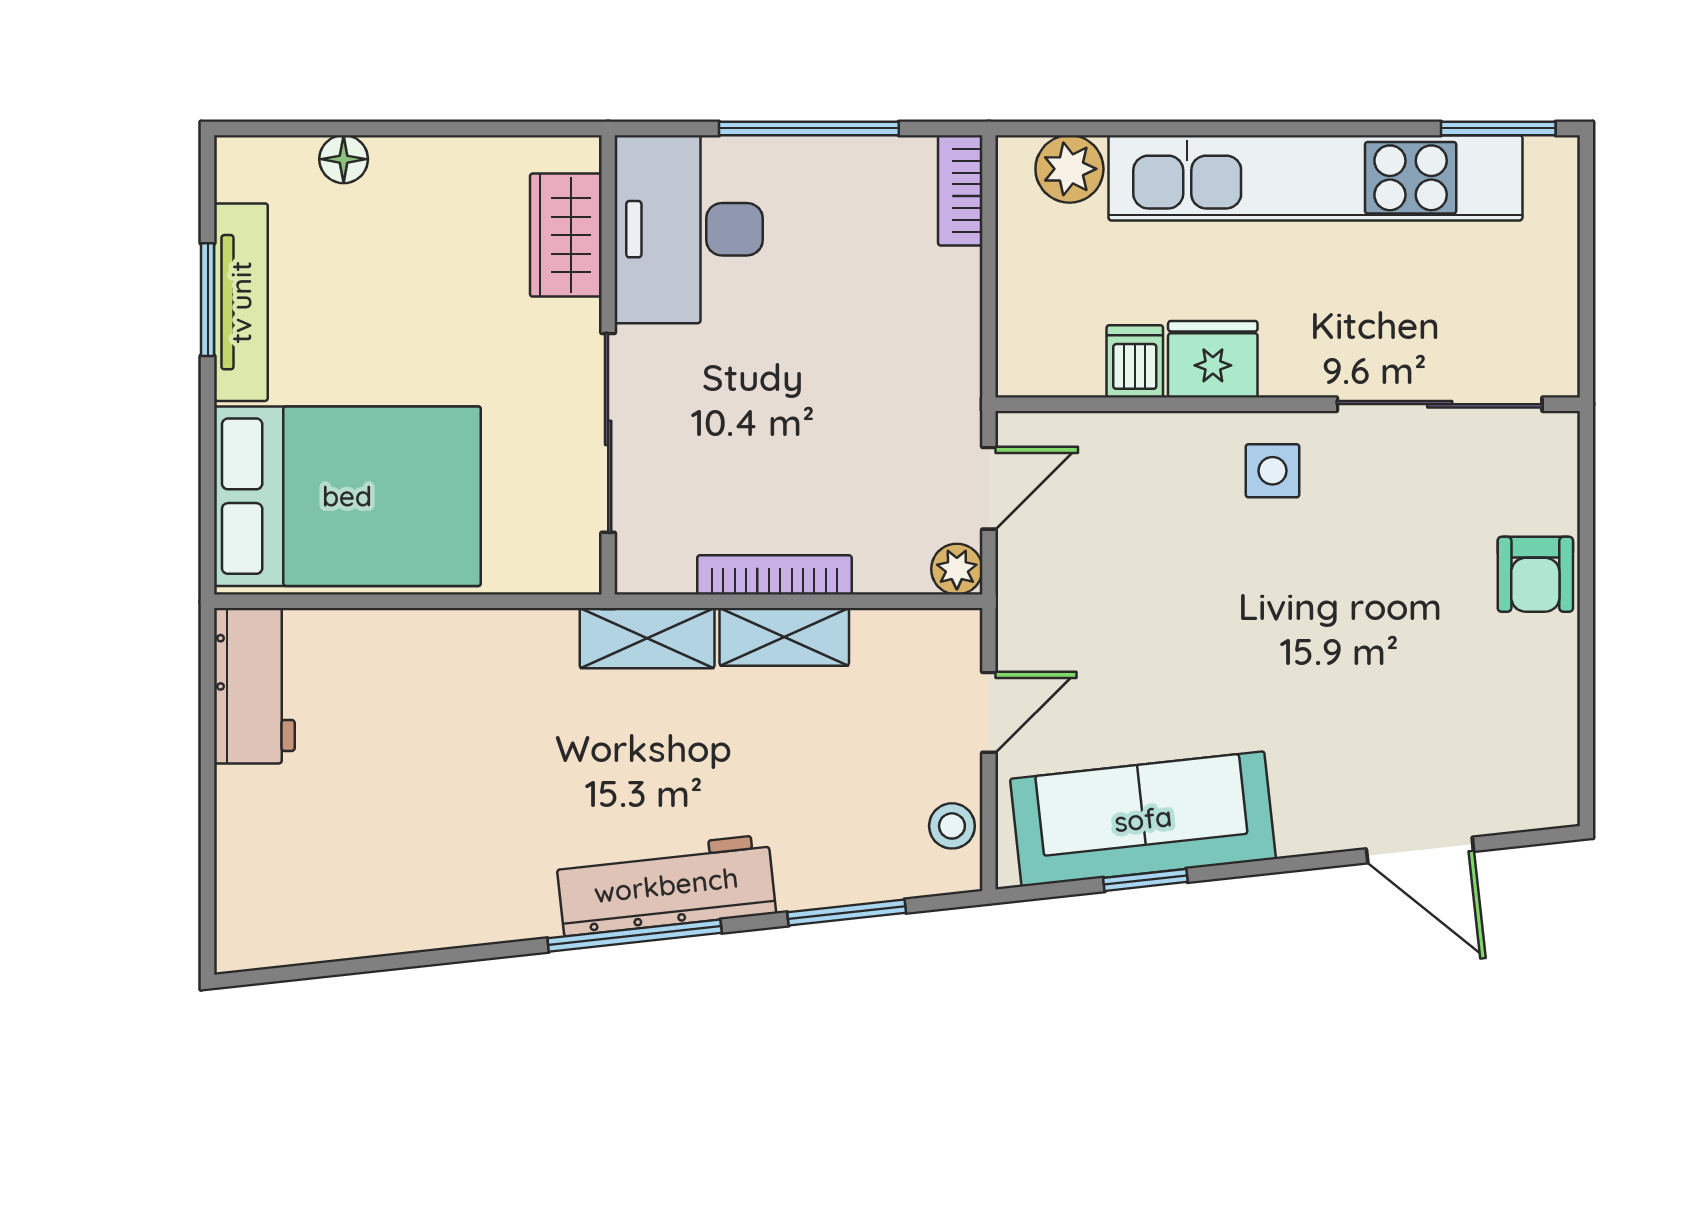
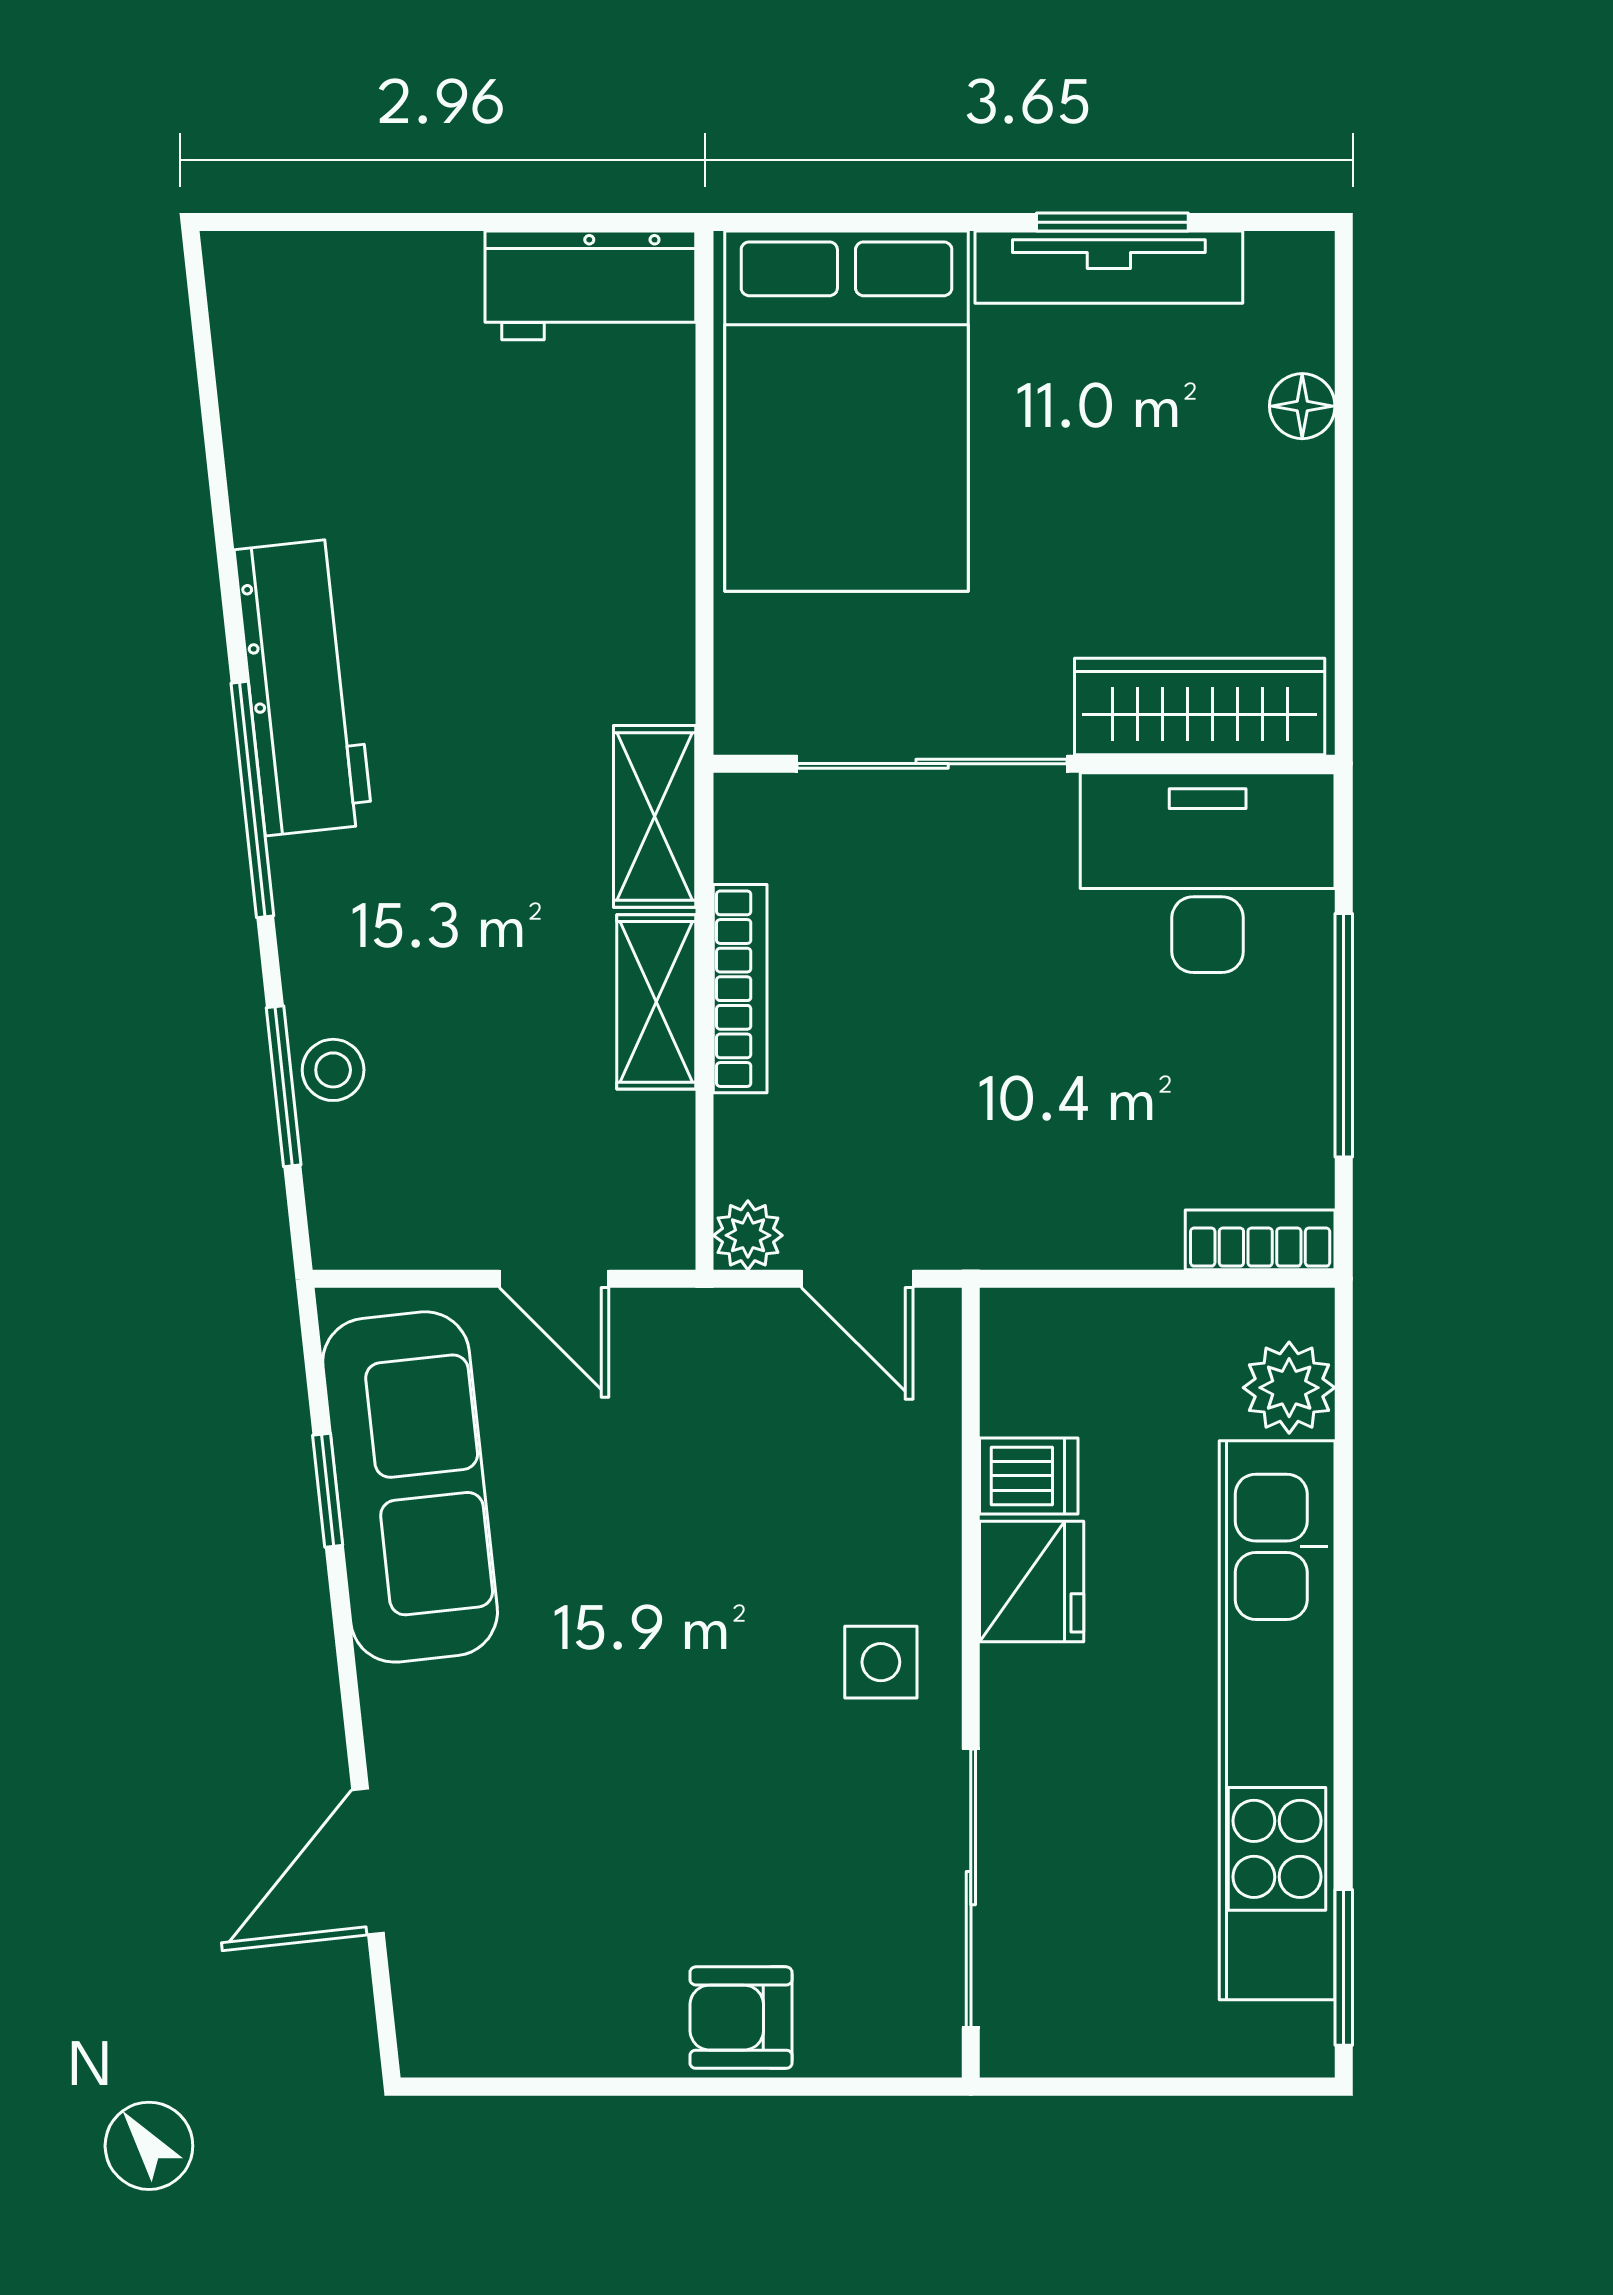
wardrobe: (566, 235) -> (1200, 707), width x1.50
stool: (952, 826) -> (333, 1070), moved
workbench: (666, 885) -> (304, 687), moved

